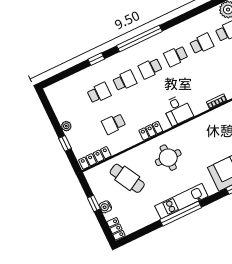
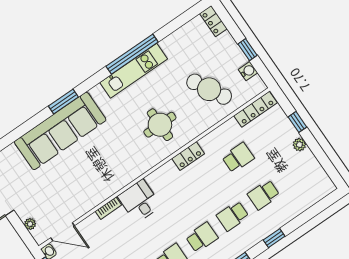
desk: (178, 110) -> (139, 201), moved
water cooler: (105, 207) -> (248, 71), moved

